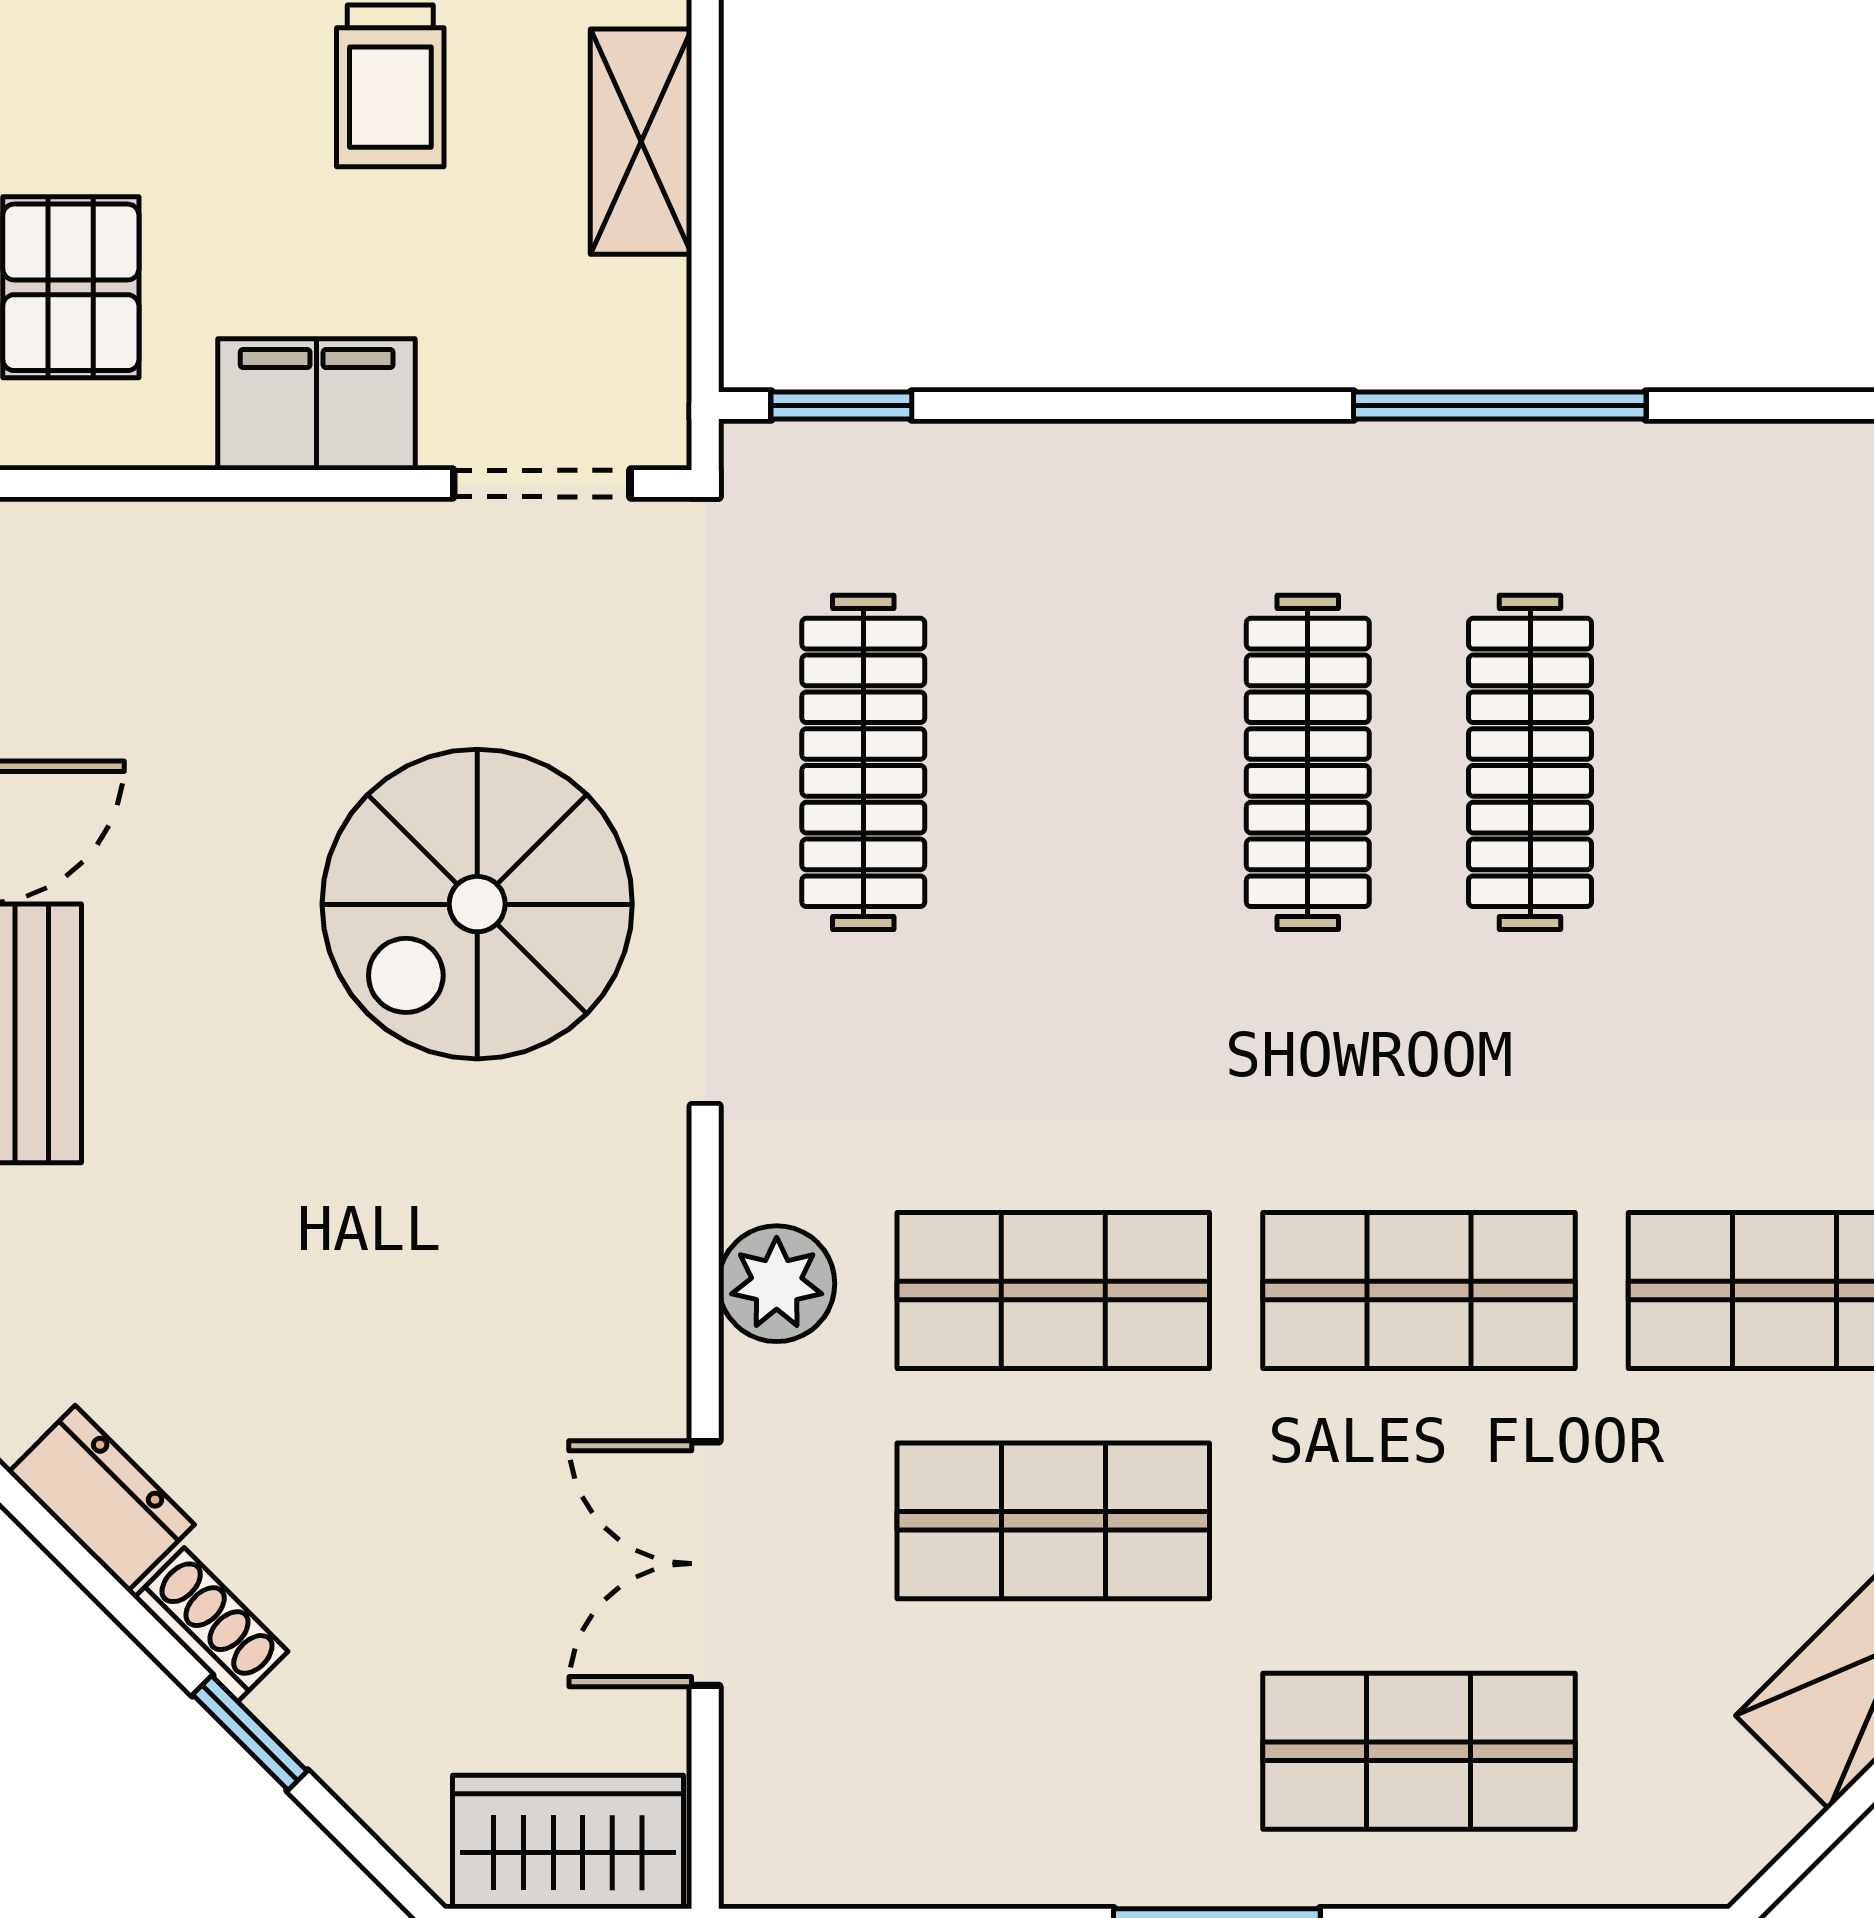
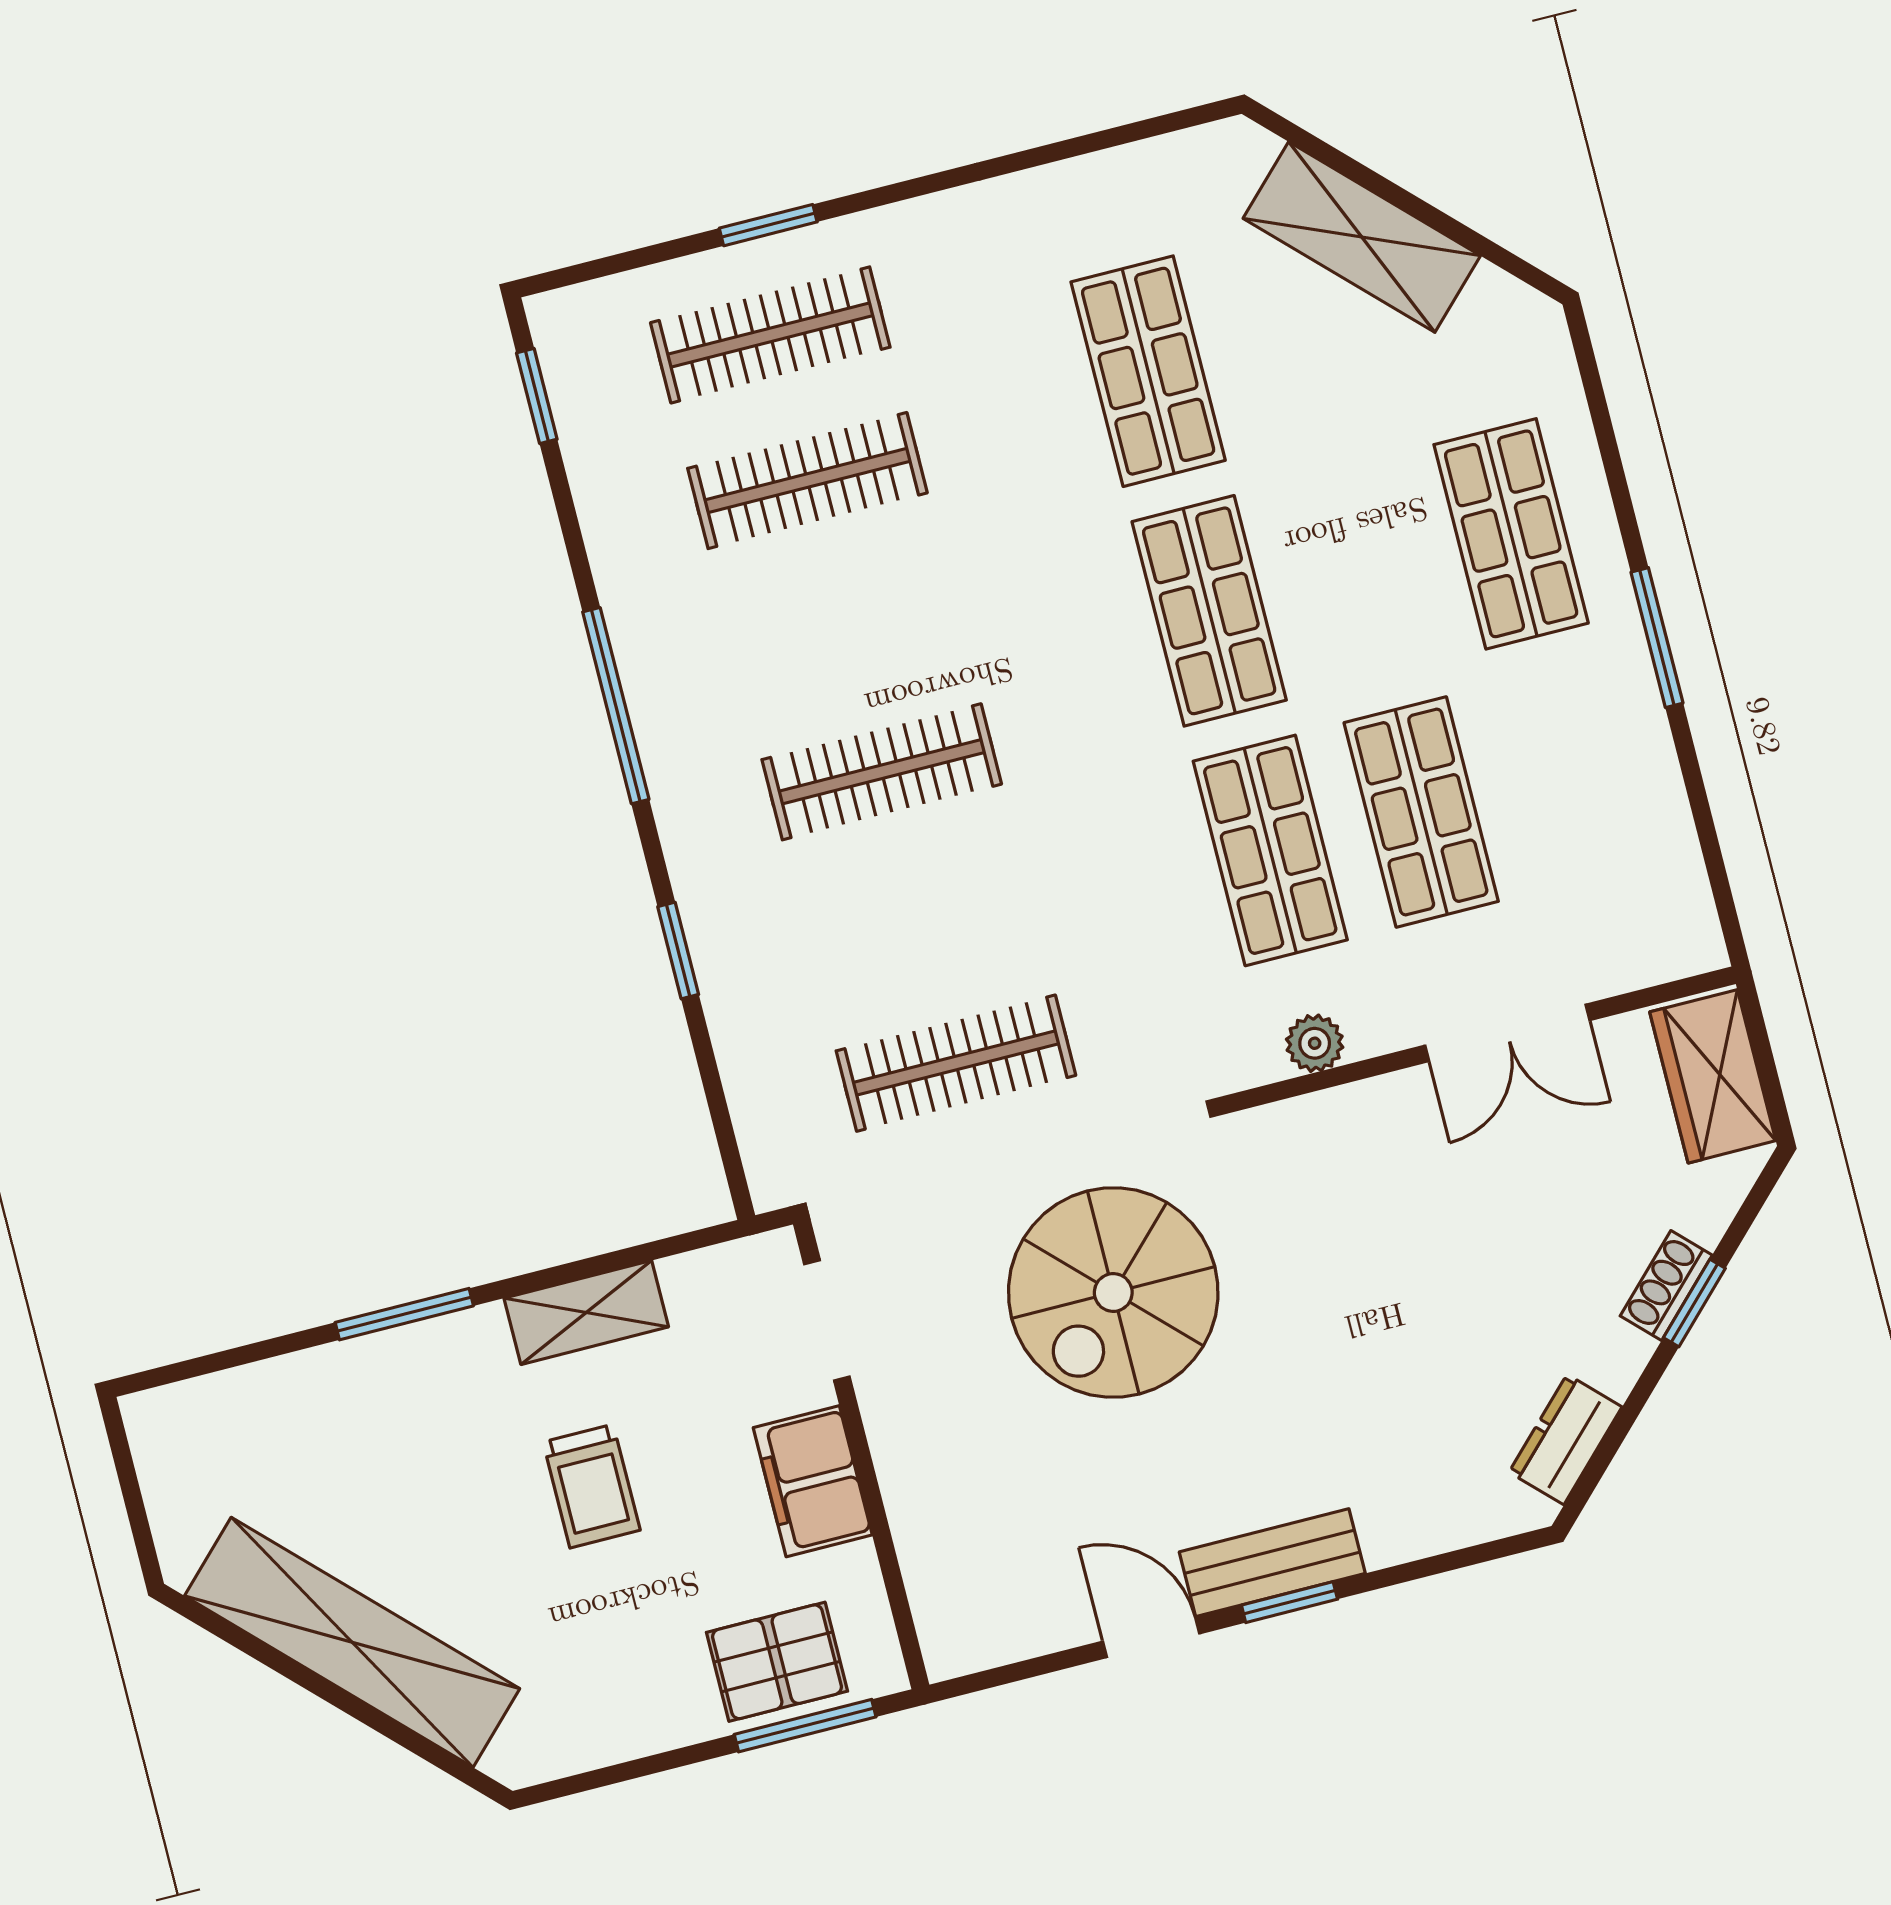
trolley: (390, 86) -> (592, 1486), turned 90
window: (841, 406) -> (678, 951), moved
clothes rail: (1530, 762) -> (807, 481), moved
spiral stairs: (477, 904) -> (1113, 1292), turned 90
plant: (777, 1284) -> (1315, 1043), width x0.73, depth x0.73
shoe rack: (211, 1625) -> (1666, 1285), moved

